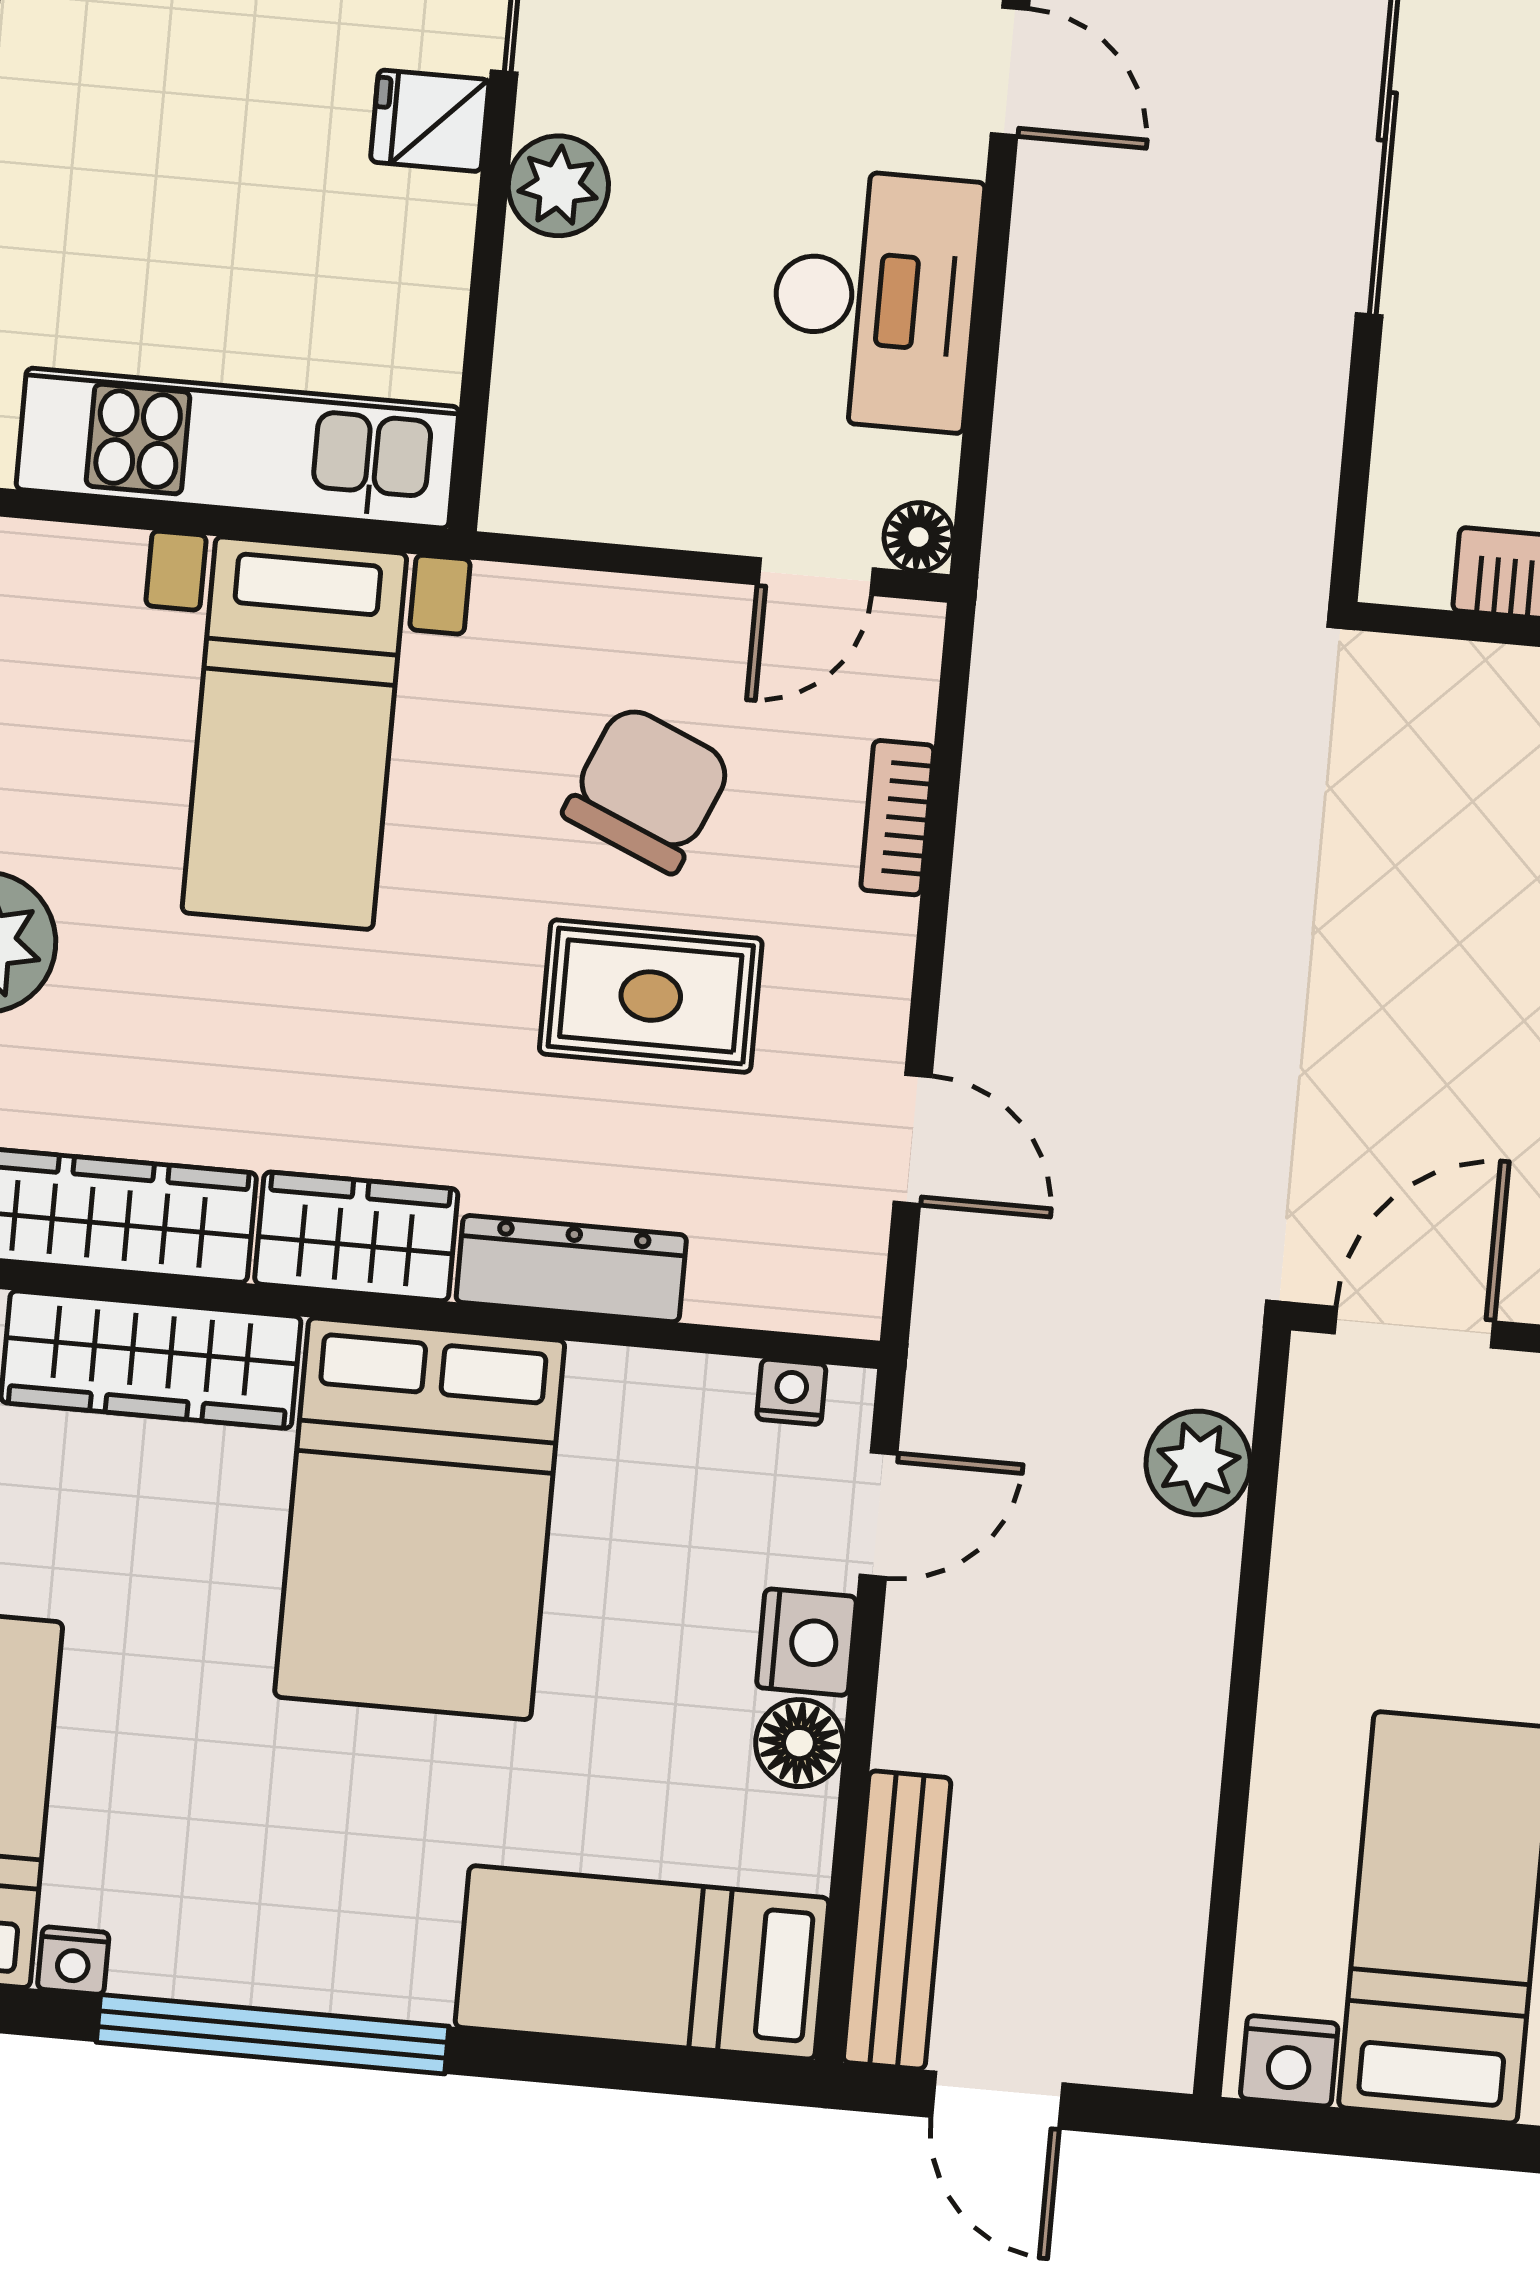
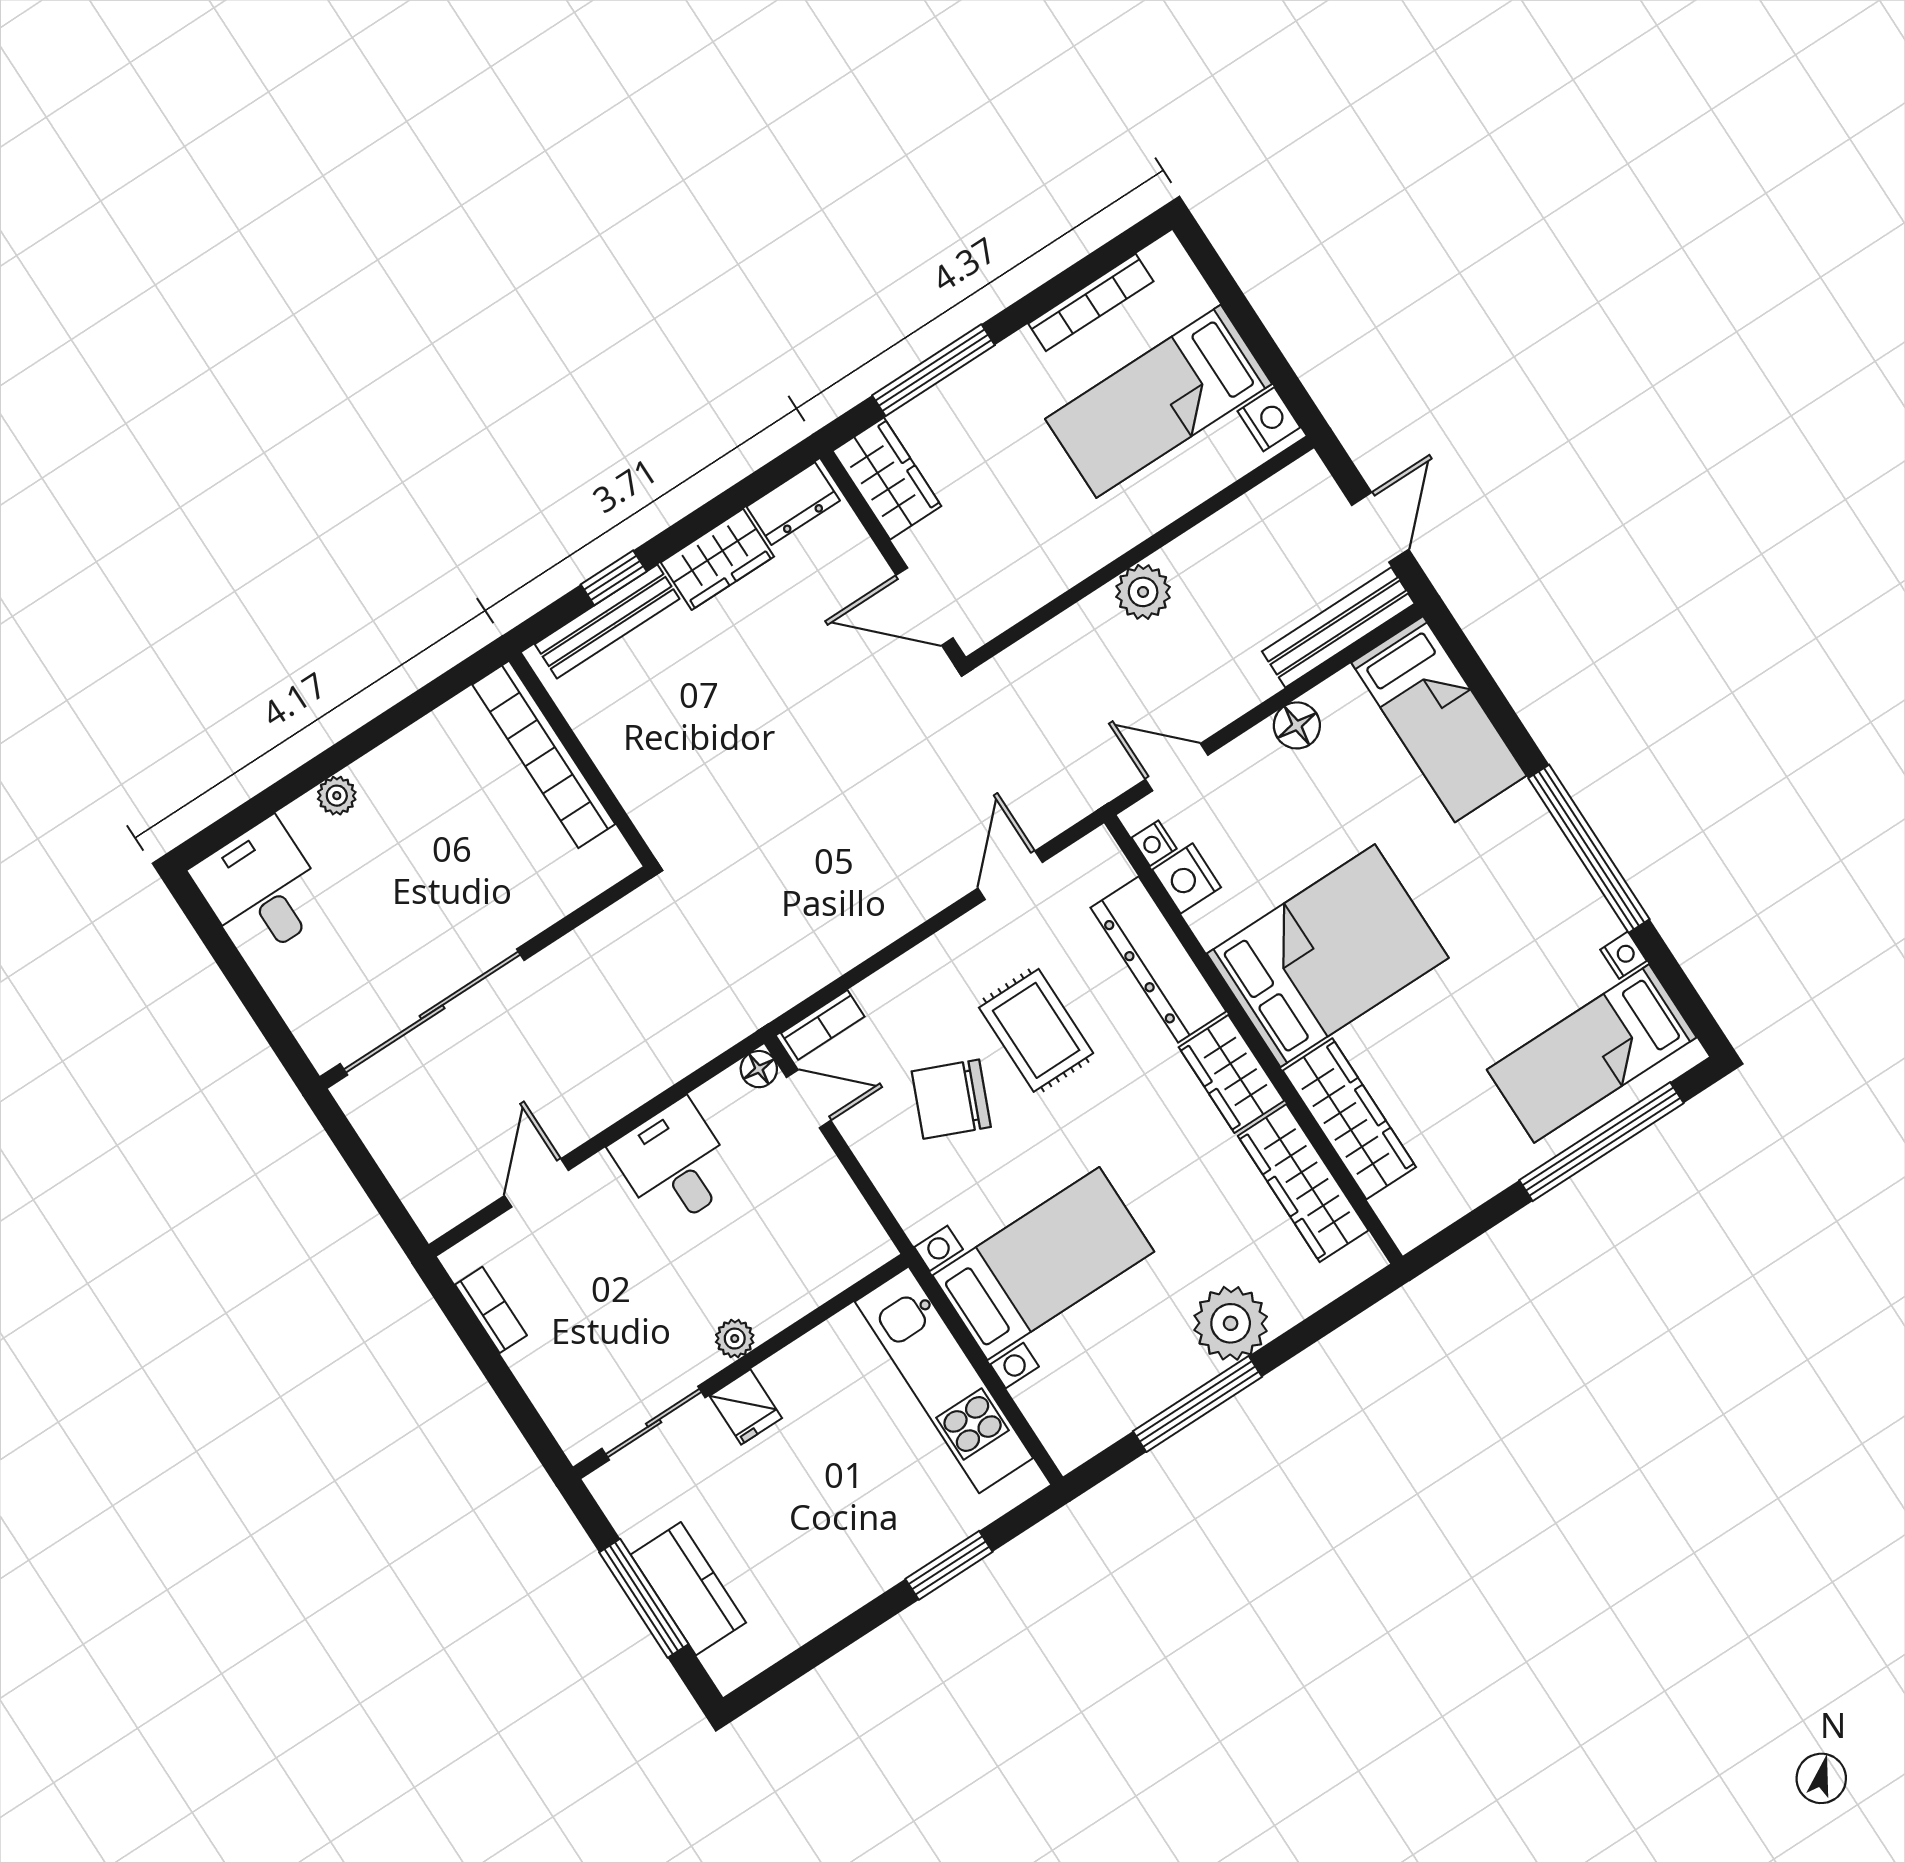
plant: (558, 186) -> (735, 1339), width x0.73, depth x0.73
desk: (875, 299) -> (675, 1164), width x0.73
bookcase: (897, 818) -> (823, 1025), moved
dresser: (571, 1269) -> (1158, 960), width x1.37, depth x1.24
plant: (1198, 1463) -> (1143, 592), moved
nightstand: (806, 1642) -> (1187, 878), moved, turned -90

